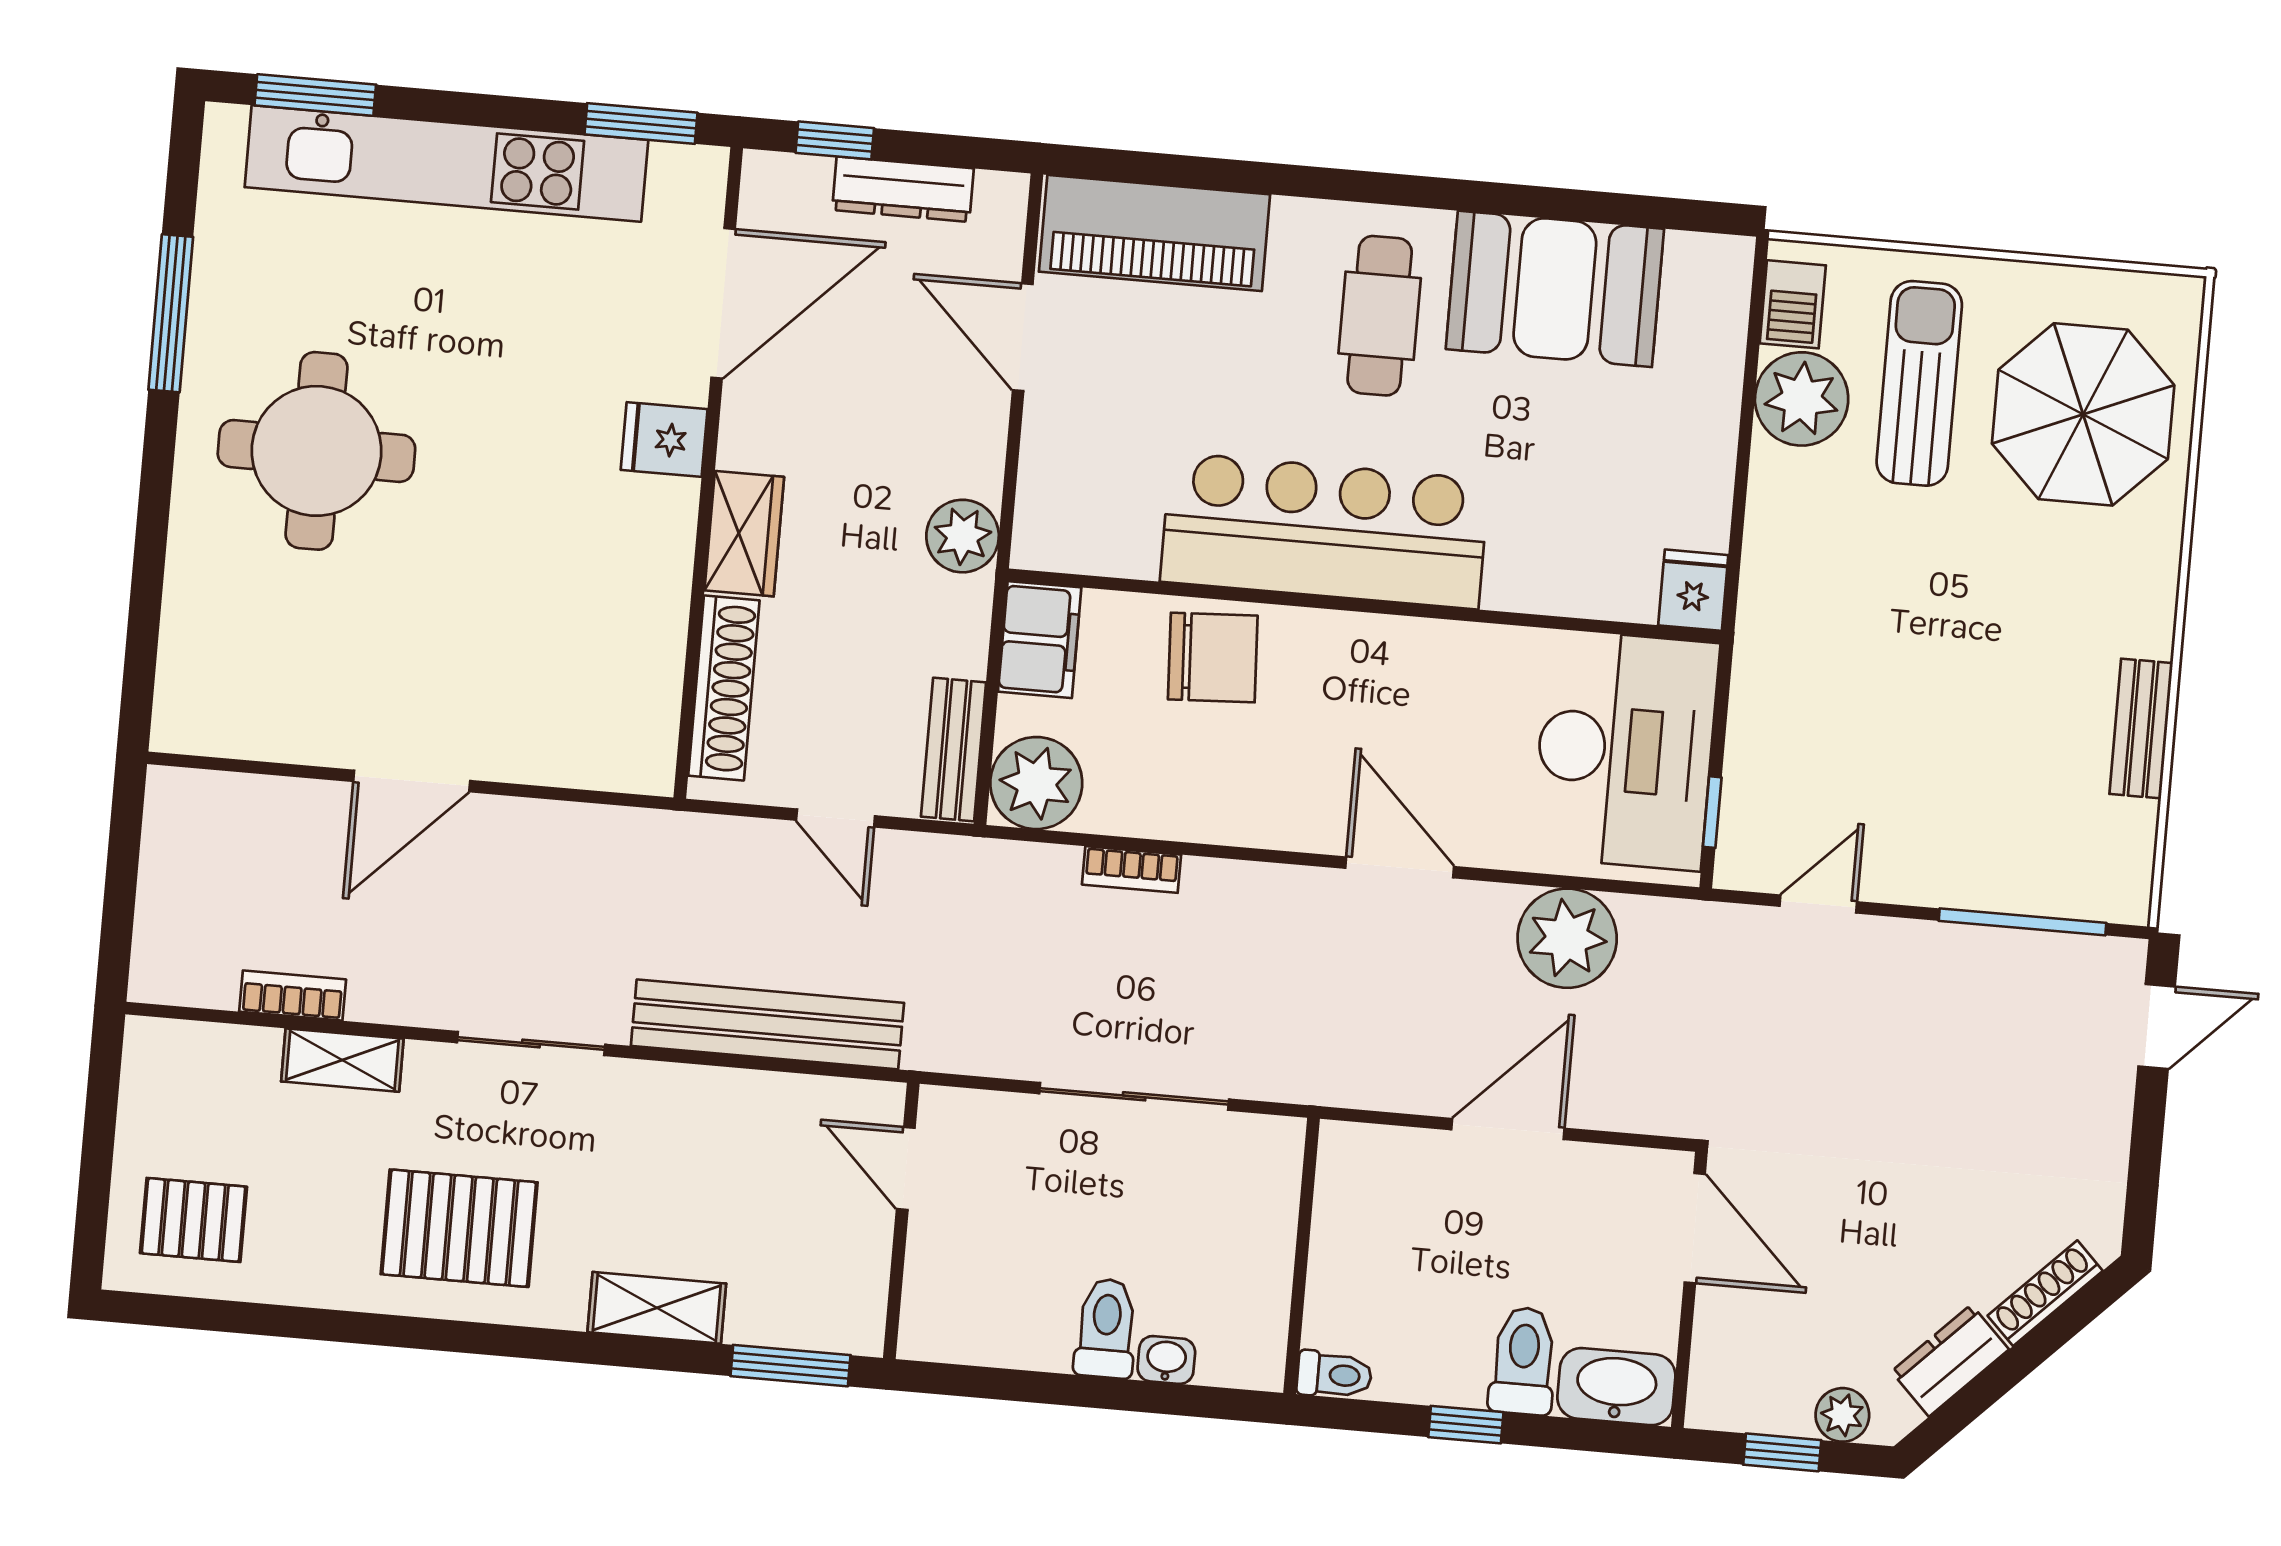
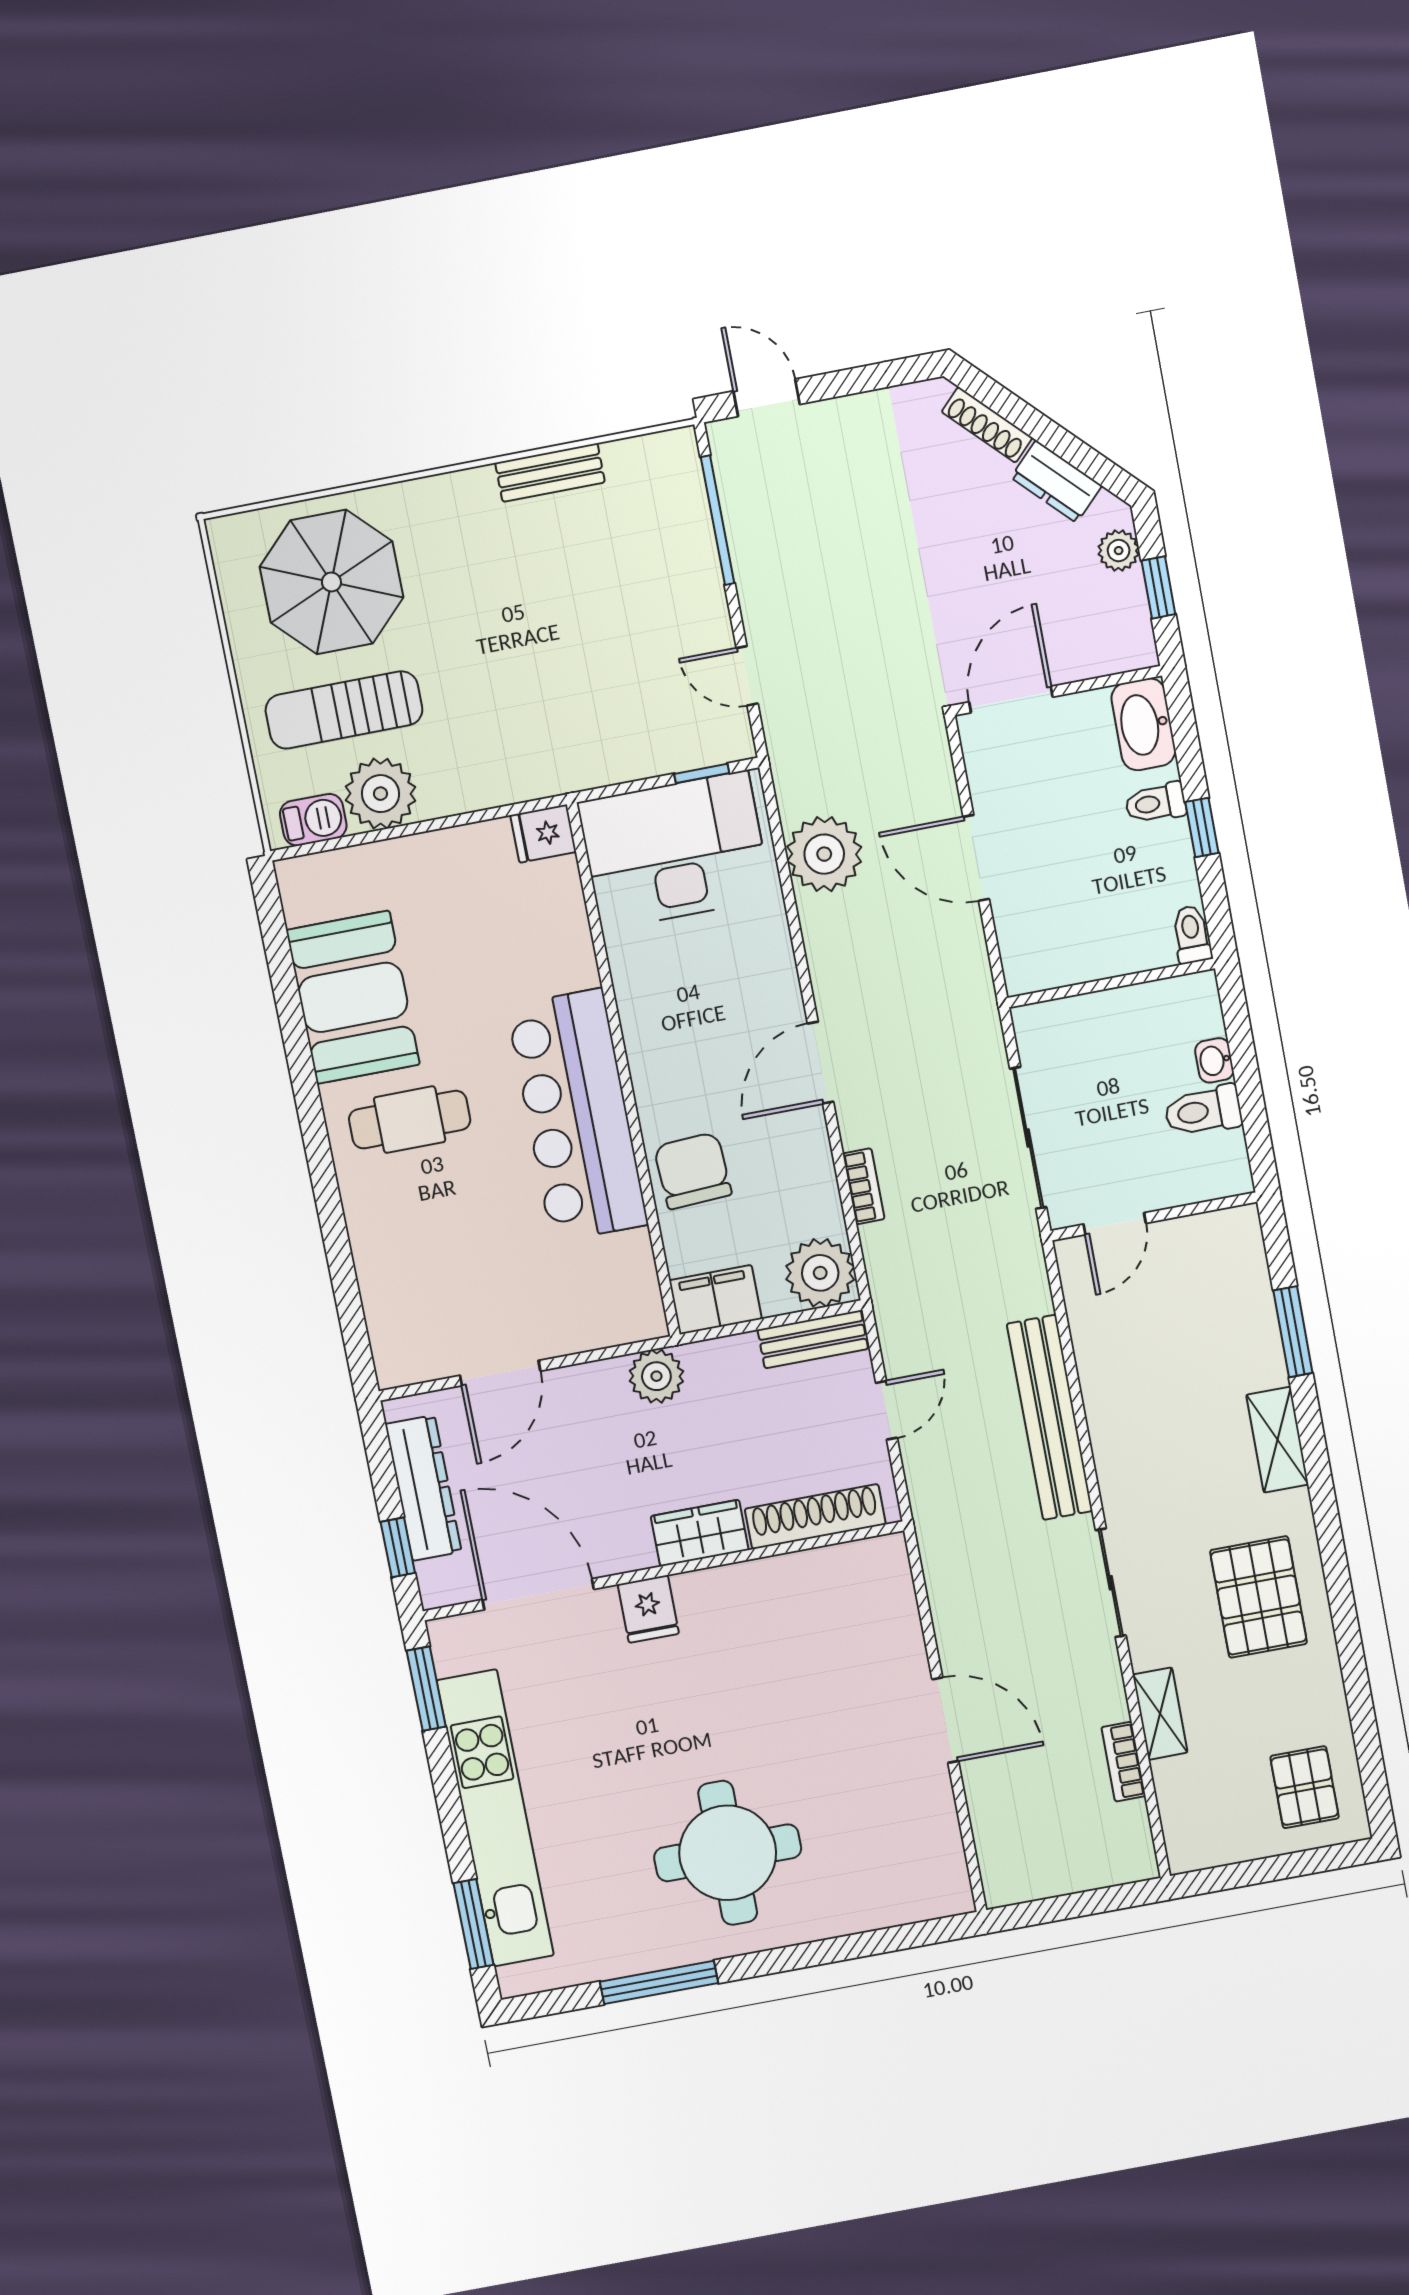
dresser: (903, 189) -> (423, 1488), width x1.37, depth x1.24
piano: (1155, 233) -> (397, 1299), removed
door: (1400, 867) -> (820, 1063), moved
door: (906, 1168) -> (1115, 1224), moved
wall: (901, 1221) -> (1154, 1216), moved
toilet: (1523, 1361) -> (1156, 803), width x0.73, depth x0.72

